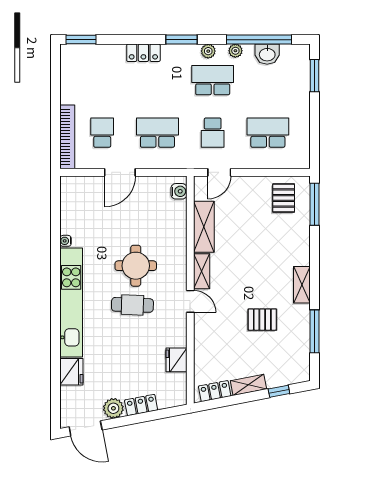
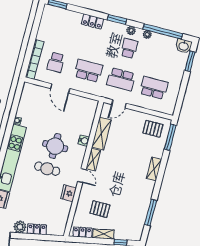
washbasin: (267, 54) -> (184, 46), moved
school desk: (213, 80) -> (129, 48), width x0.54
school desk: (102, 133) -> (56, 62), turned 180
school desk: (213, 133) -> (121, 79), width x1.85
door: (120, 172) -> (60, 89), hinge flipped
water cooler: (179, 191) -> (84, 141), moved
pallet: (284, 198) -> (153, 129), turned 90
shelving: (302, 285) -> (154, 169), moved
pallet: (262, 320) -> (100, 209), moved
fridge: (176, 360) -> (69, 193), moved

